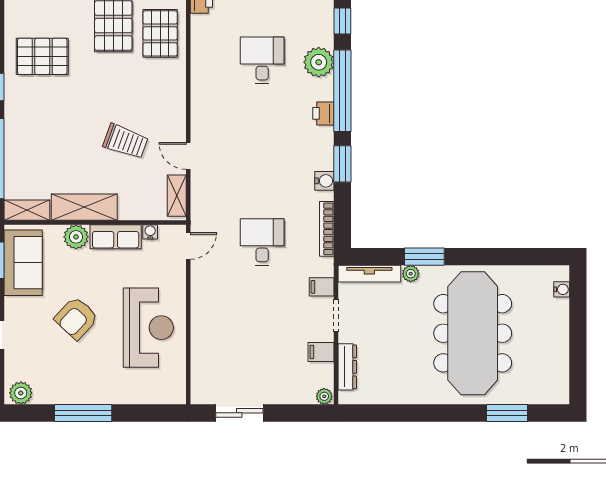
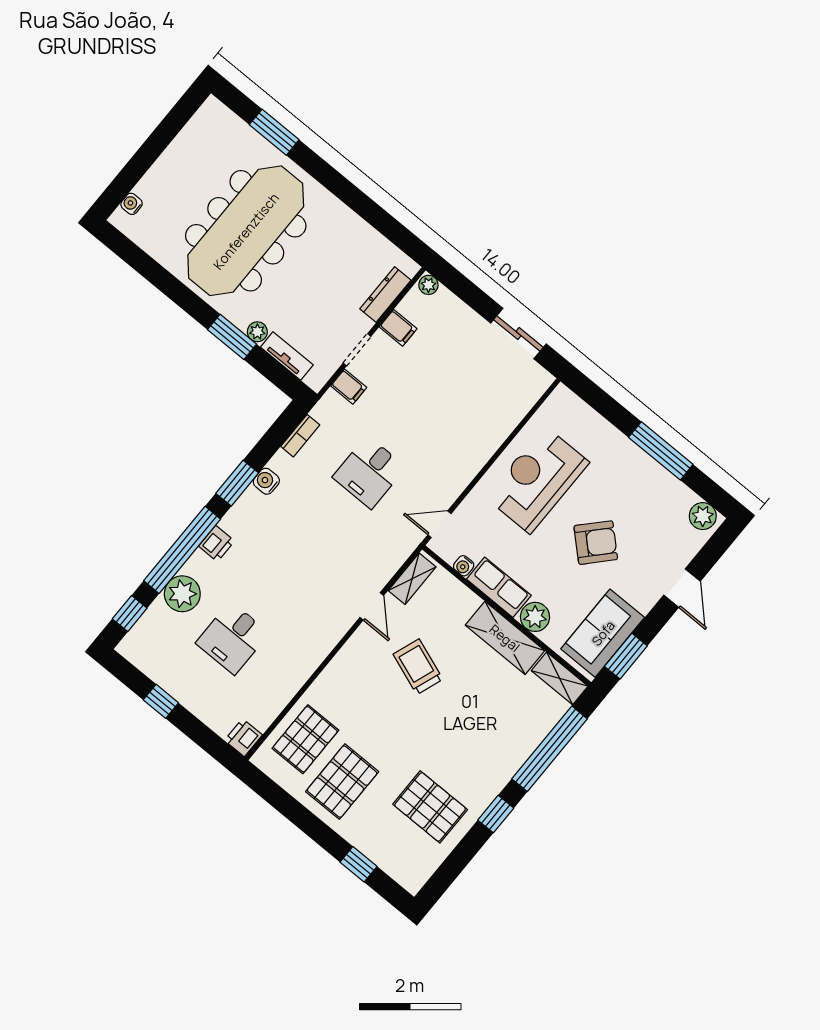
bookcase: (327, 229) -> (300, 436), width x0.64
tv unit: (369, 274) -> (287, 356), width x0.71

